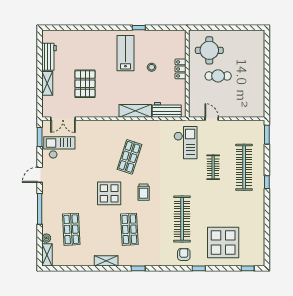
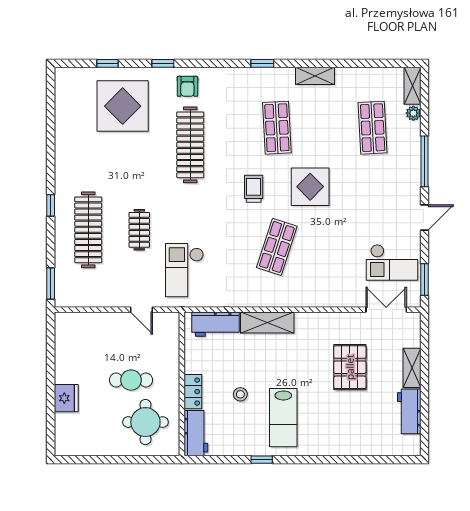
workbench: (179, 44) -> (196, 433), added
fridge: (258, 65) -> (66, 398), added
window: (248, 268) -> (107, 63), moved

